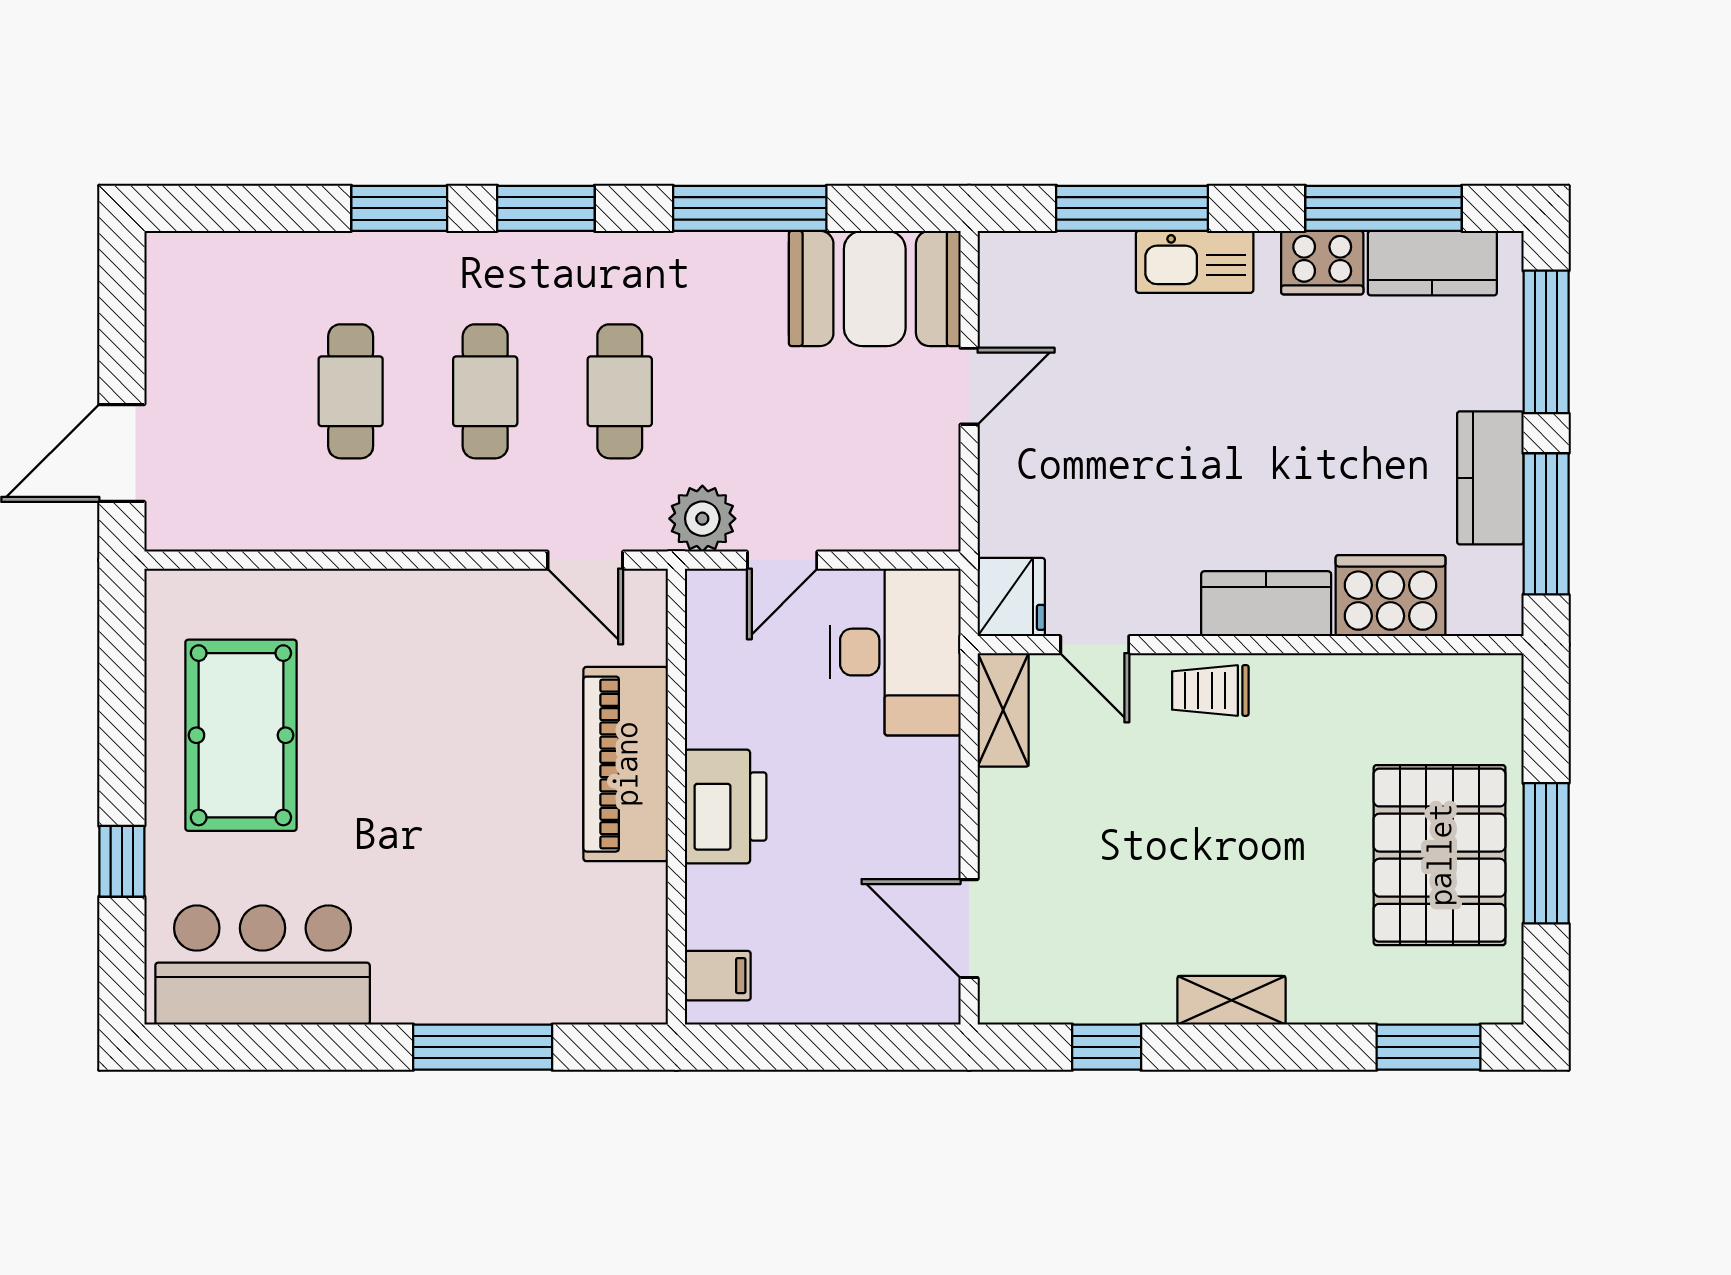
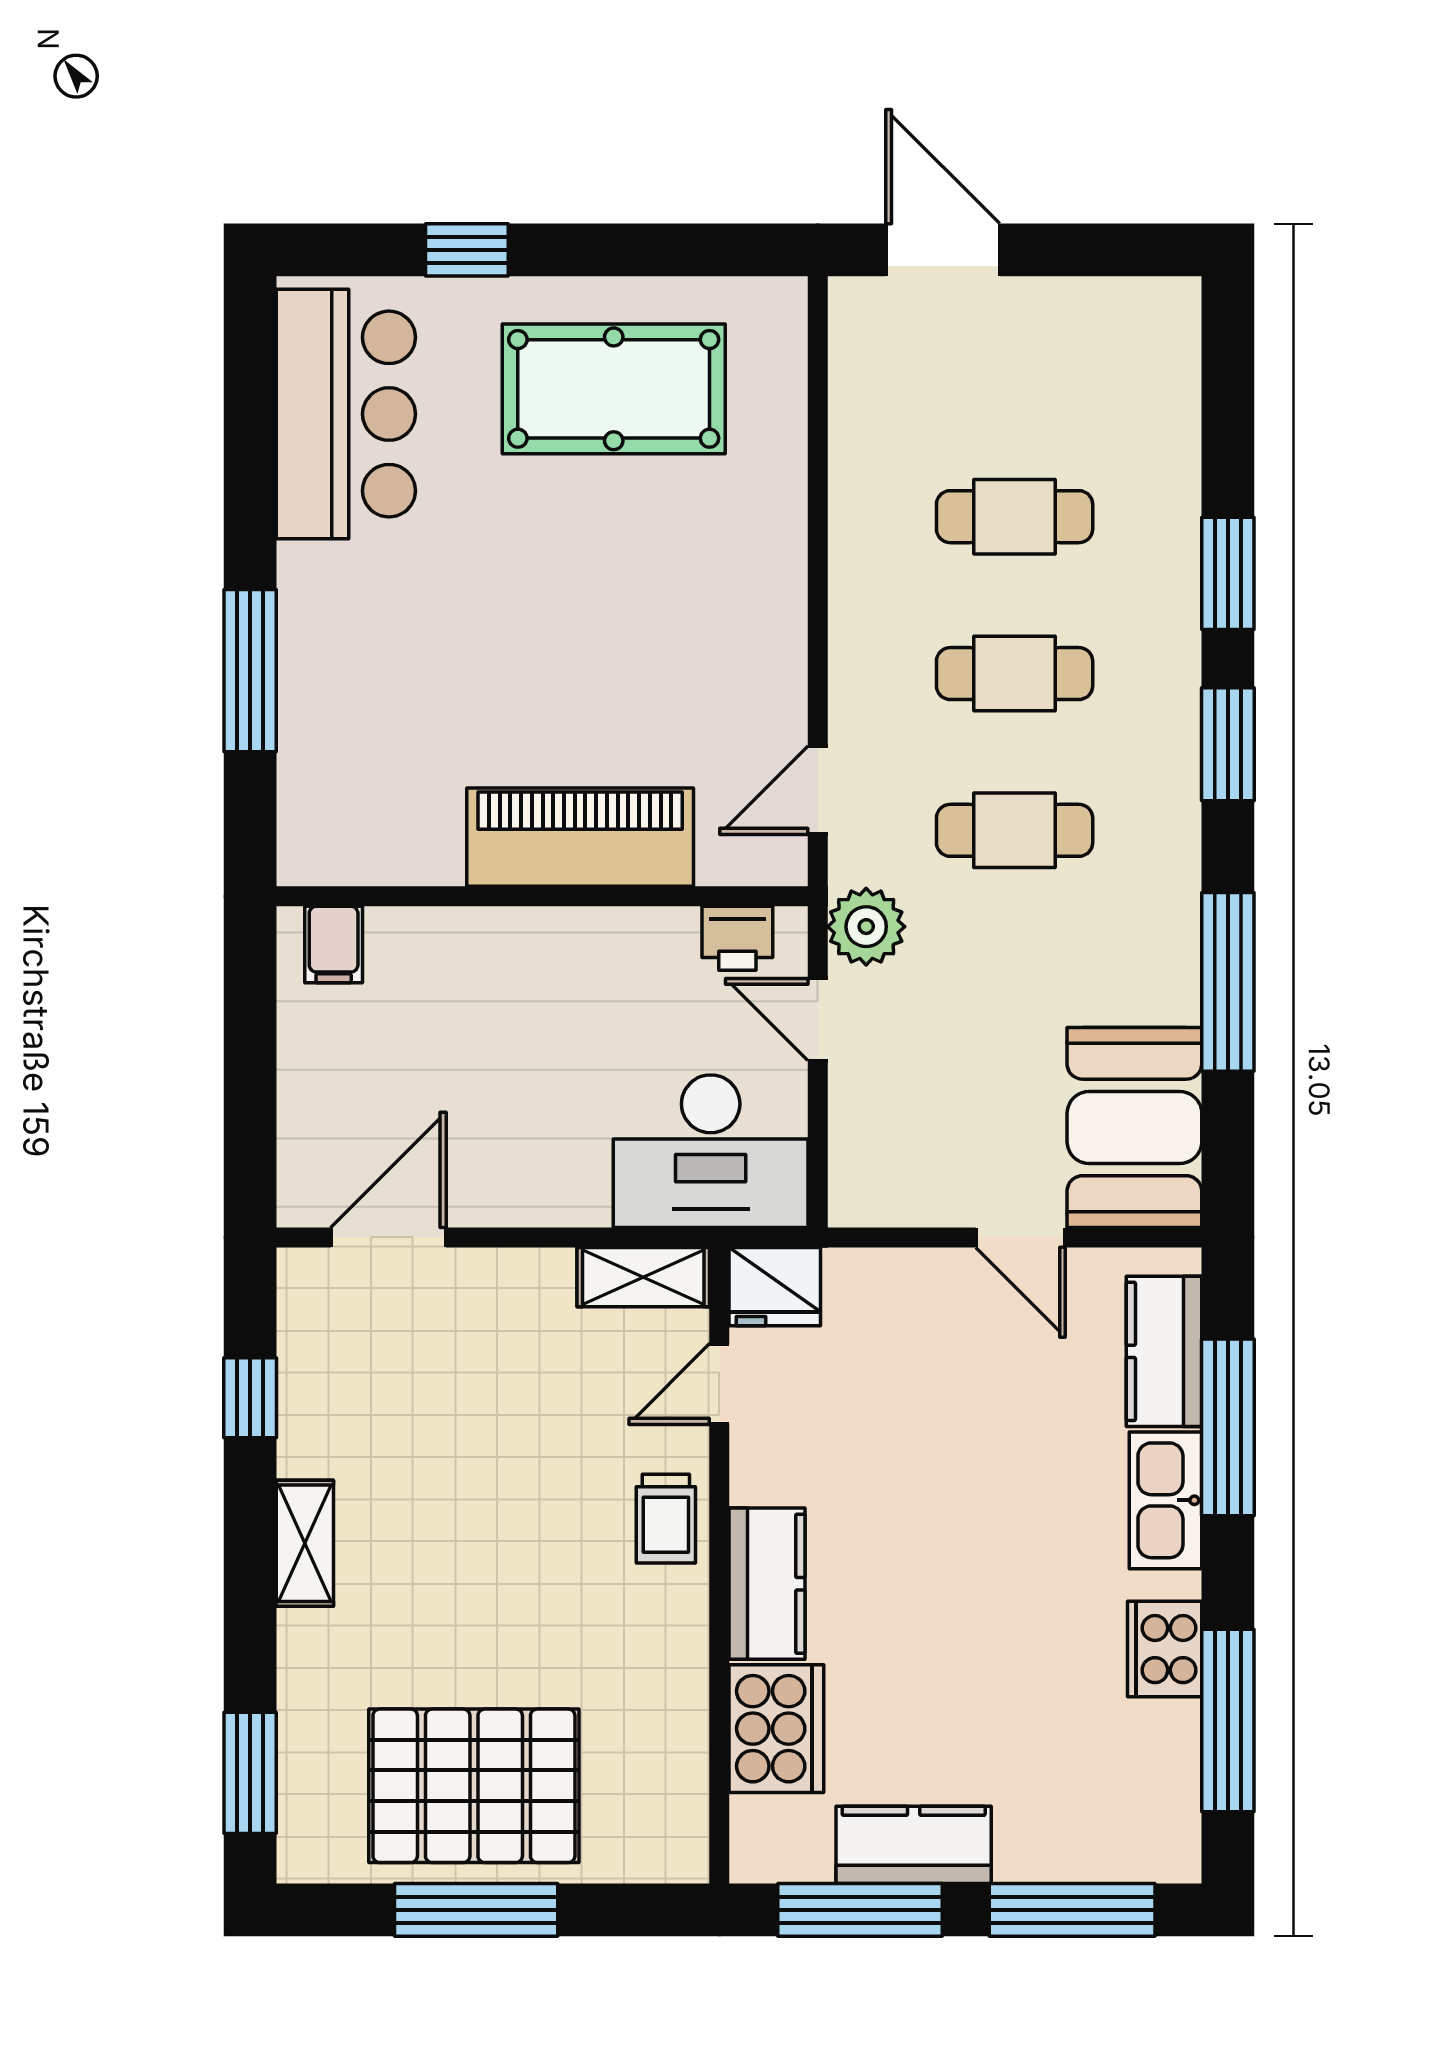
kitchen counter: (1432, 263) -> (1164, 1351), moved
trolley: (1210, 690) -> (666, 1519), turned 180
printer: (726, 807) -> (737, 938), moved, width x0.53, depth x0.68

